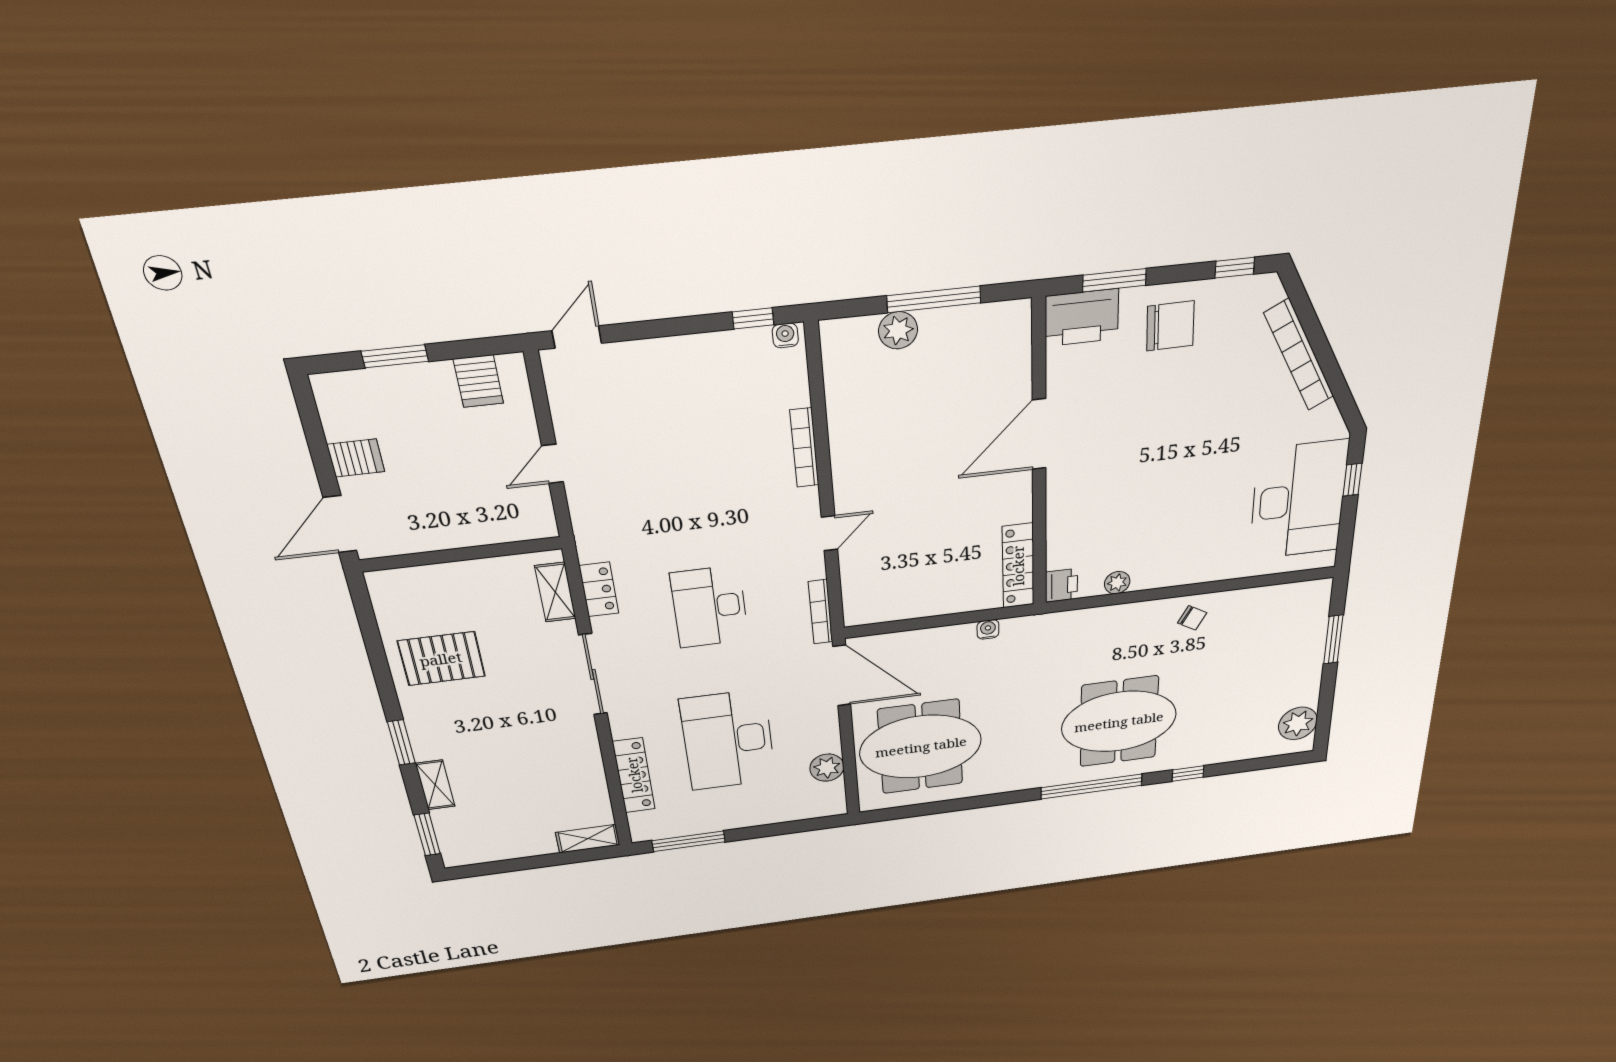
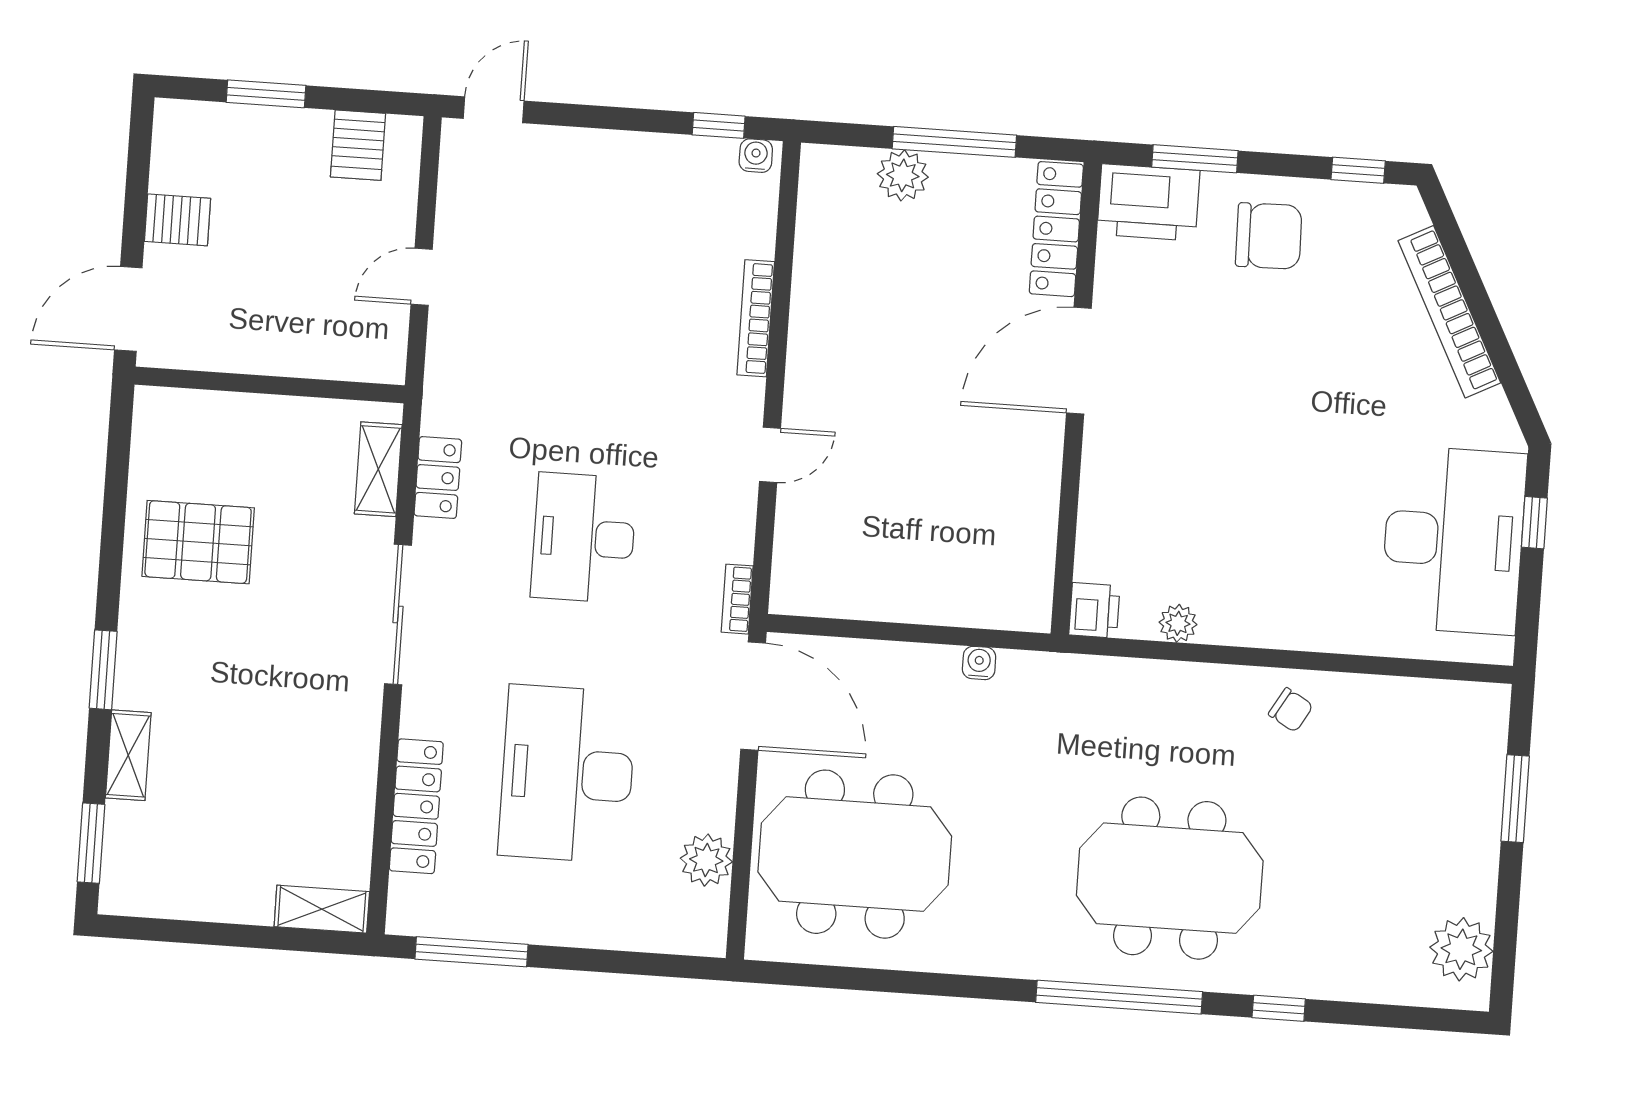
locker: (1018, 566) -> (1056, 229), moved
bookcase: (821, 612) -> (737, 599), width x0.64

